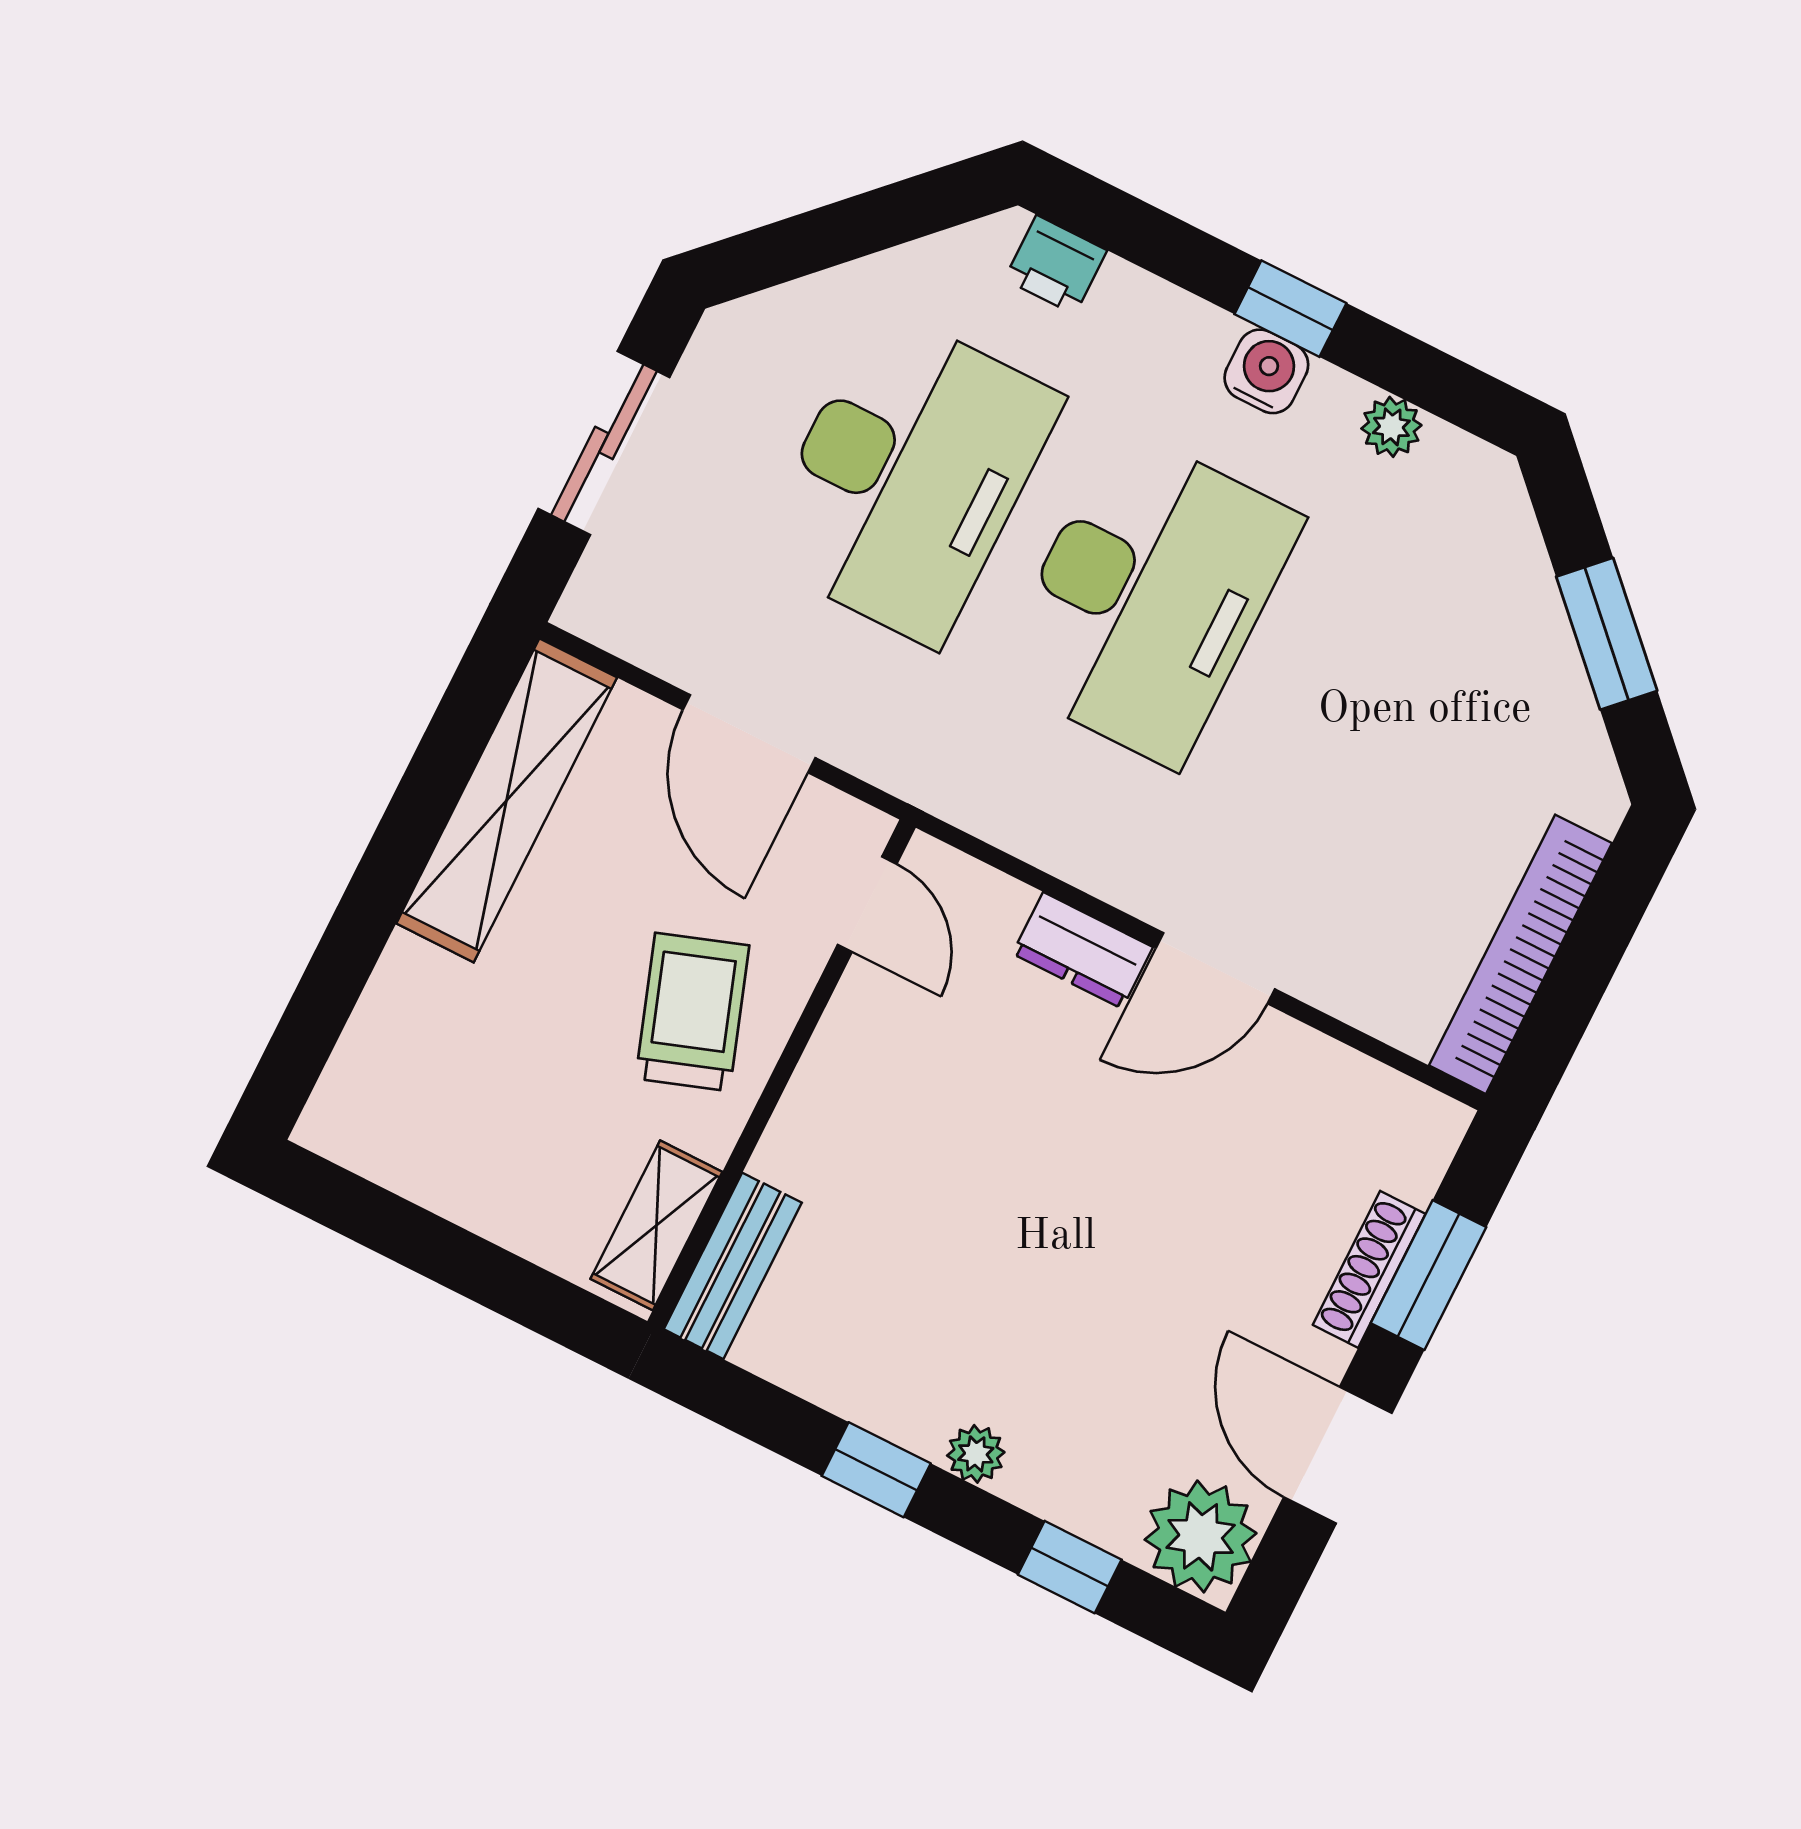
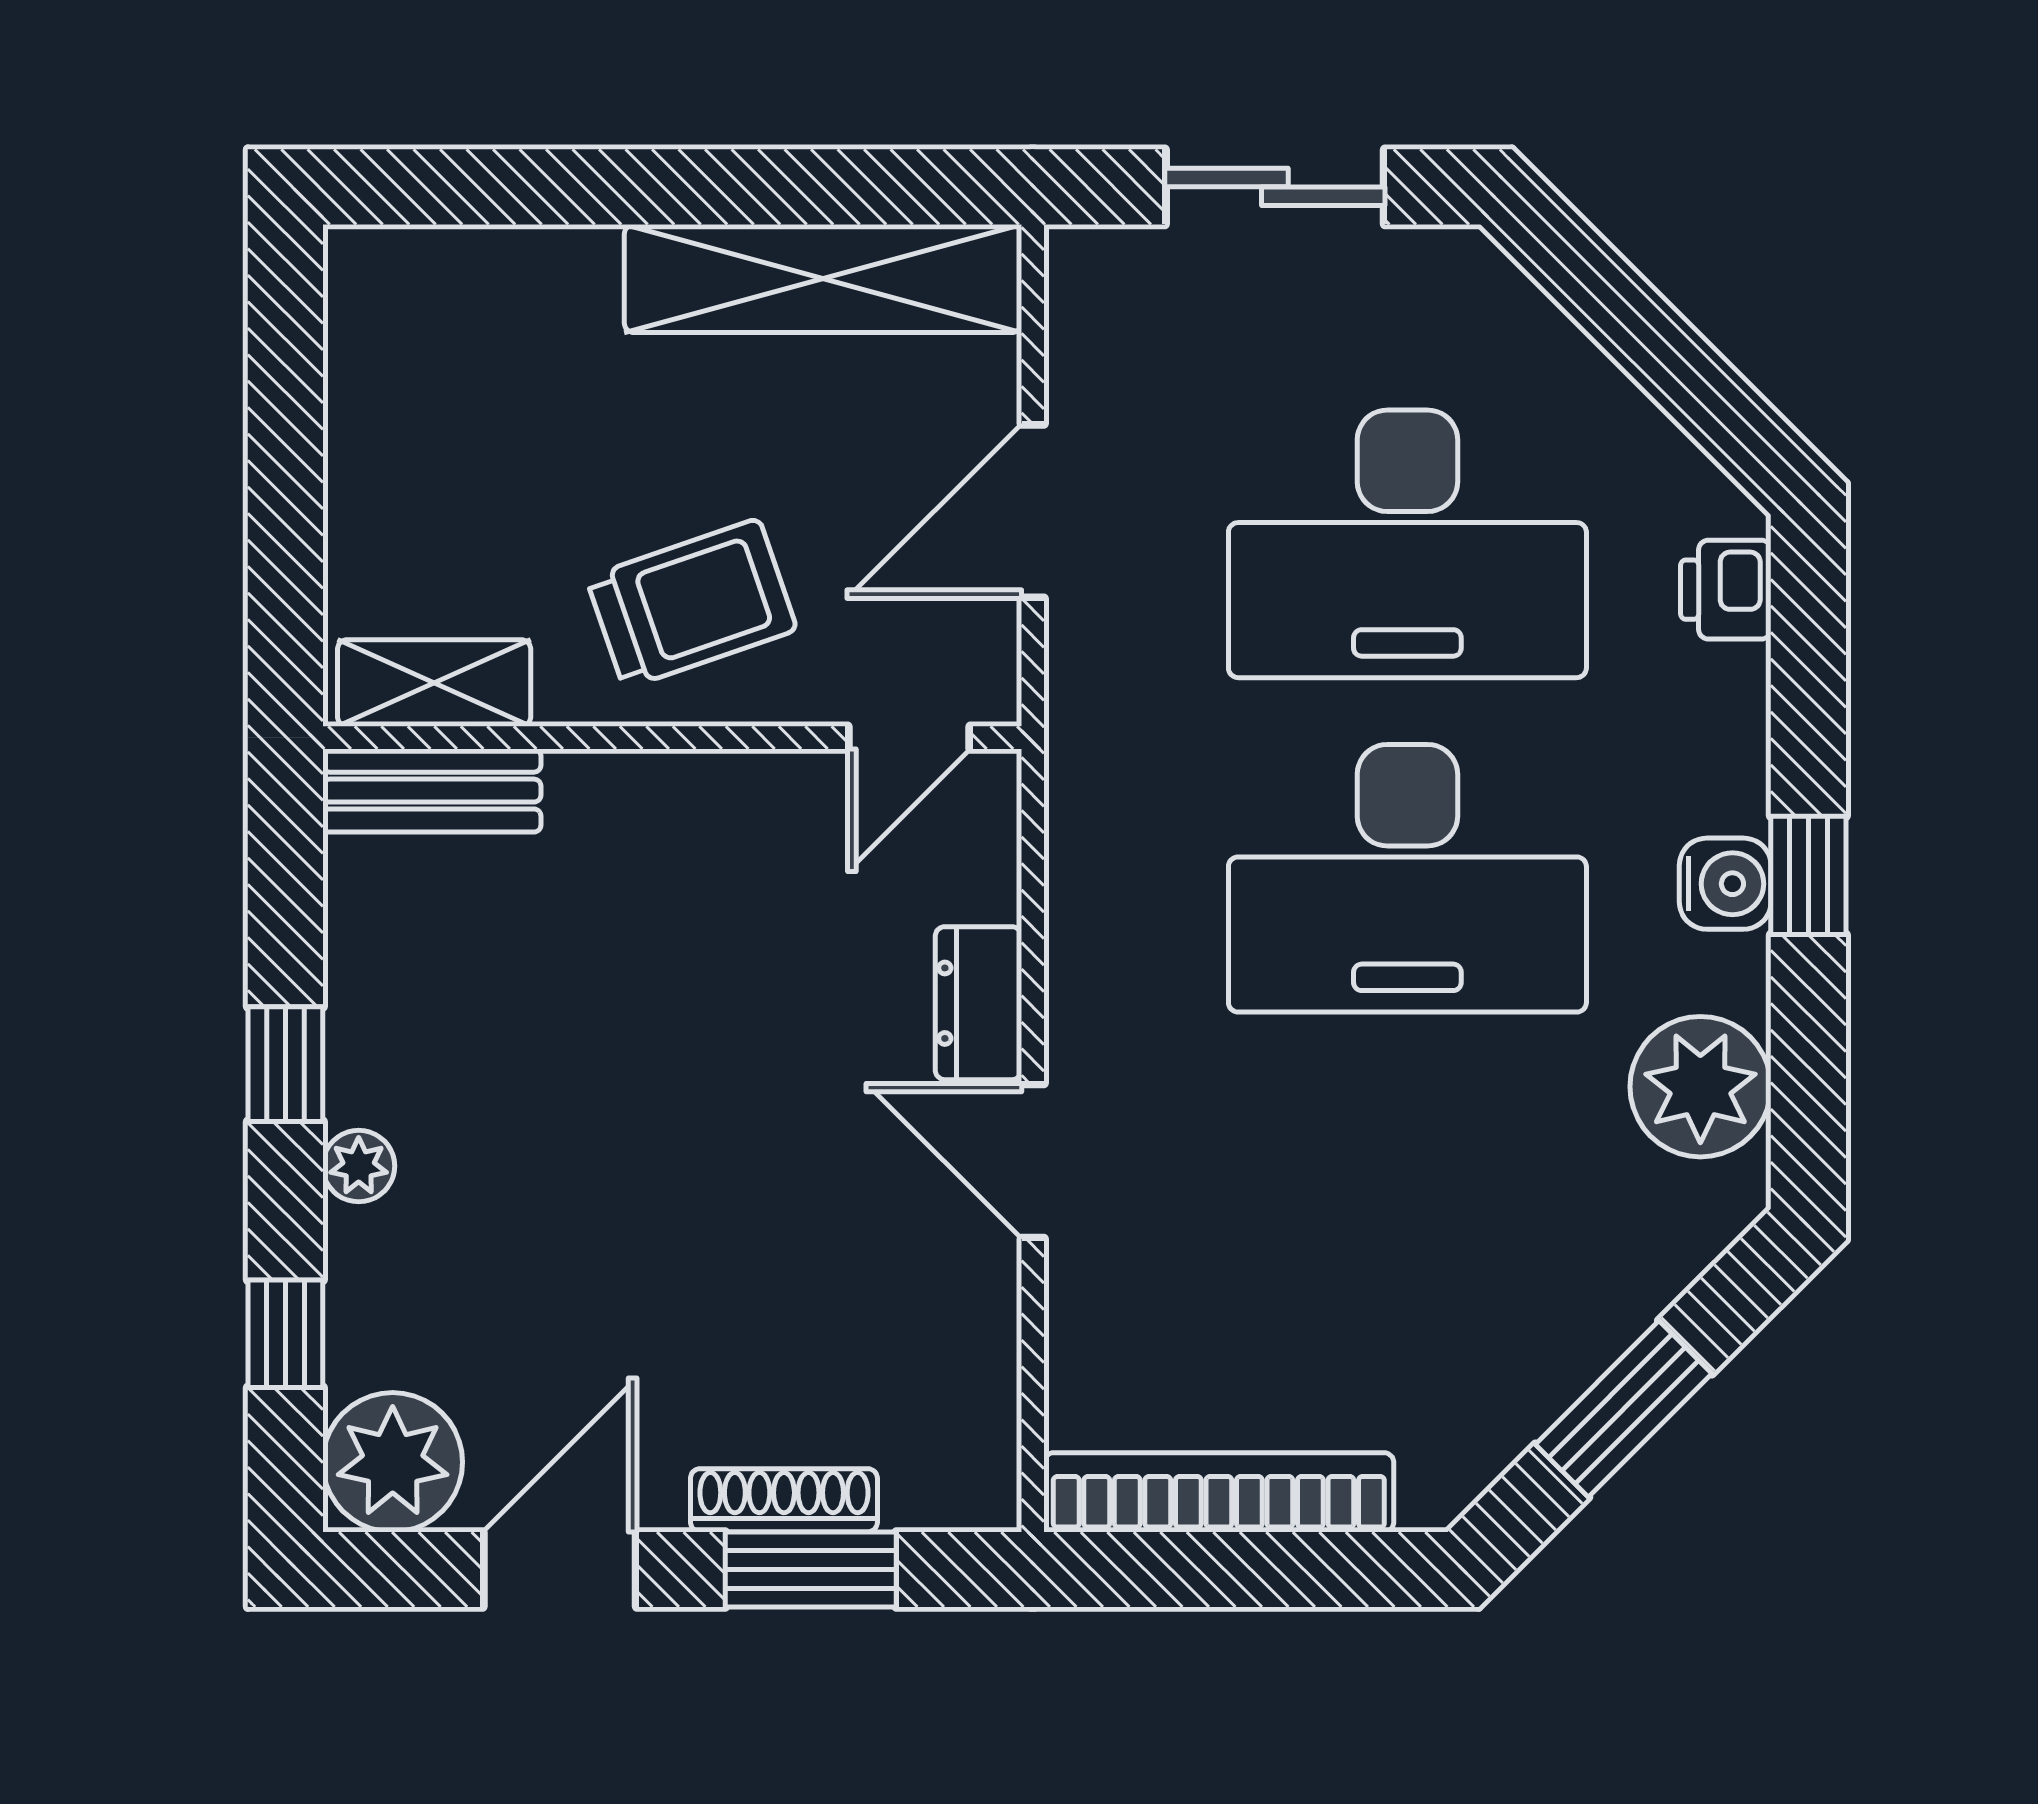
plant: (1391, 427) -> (1700, 1087), width x1.87, depth x1.87

